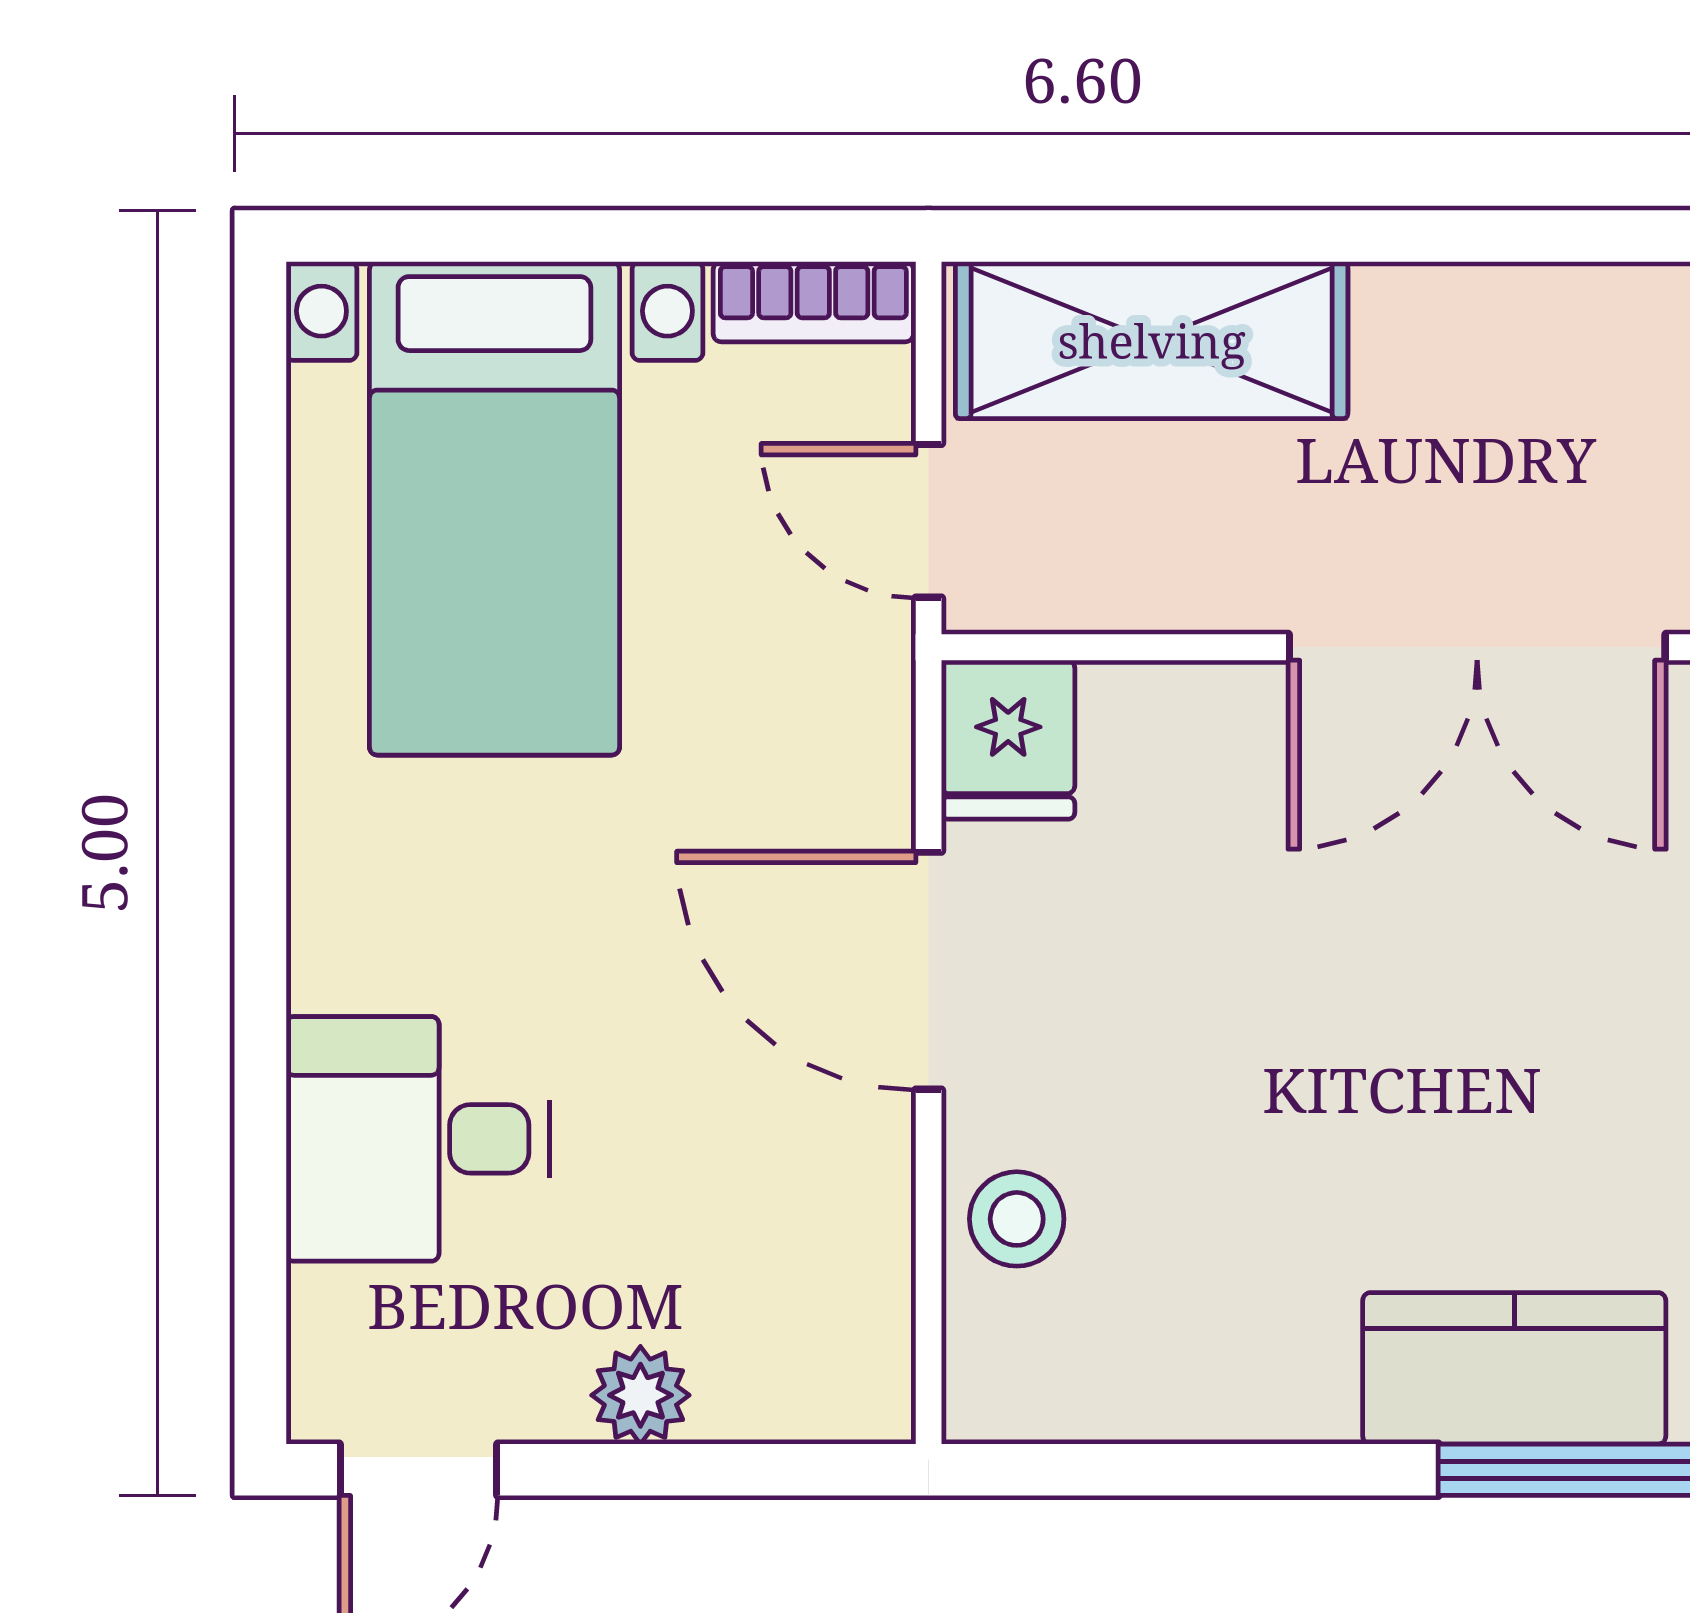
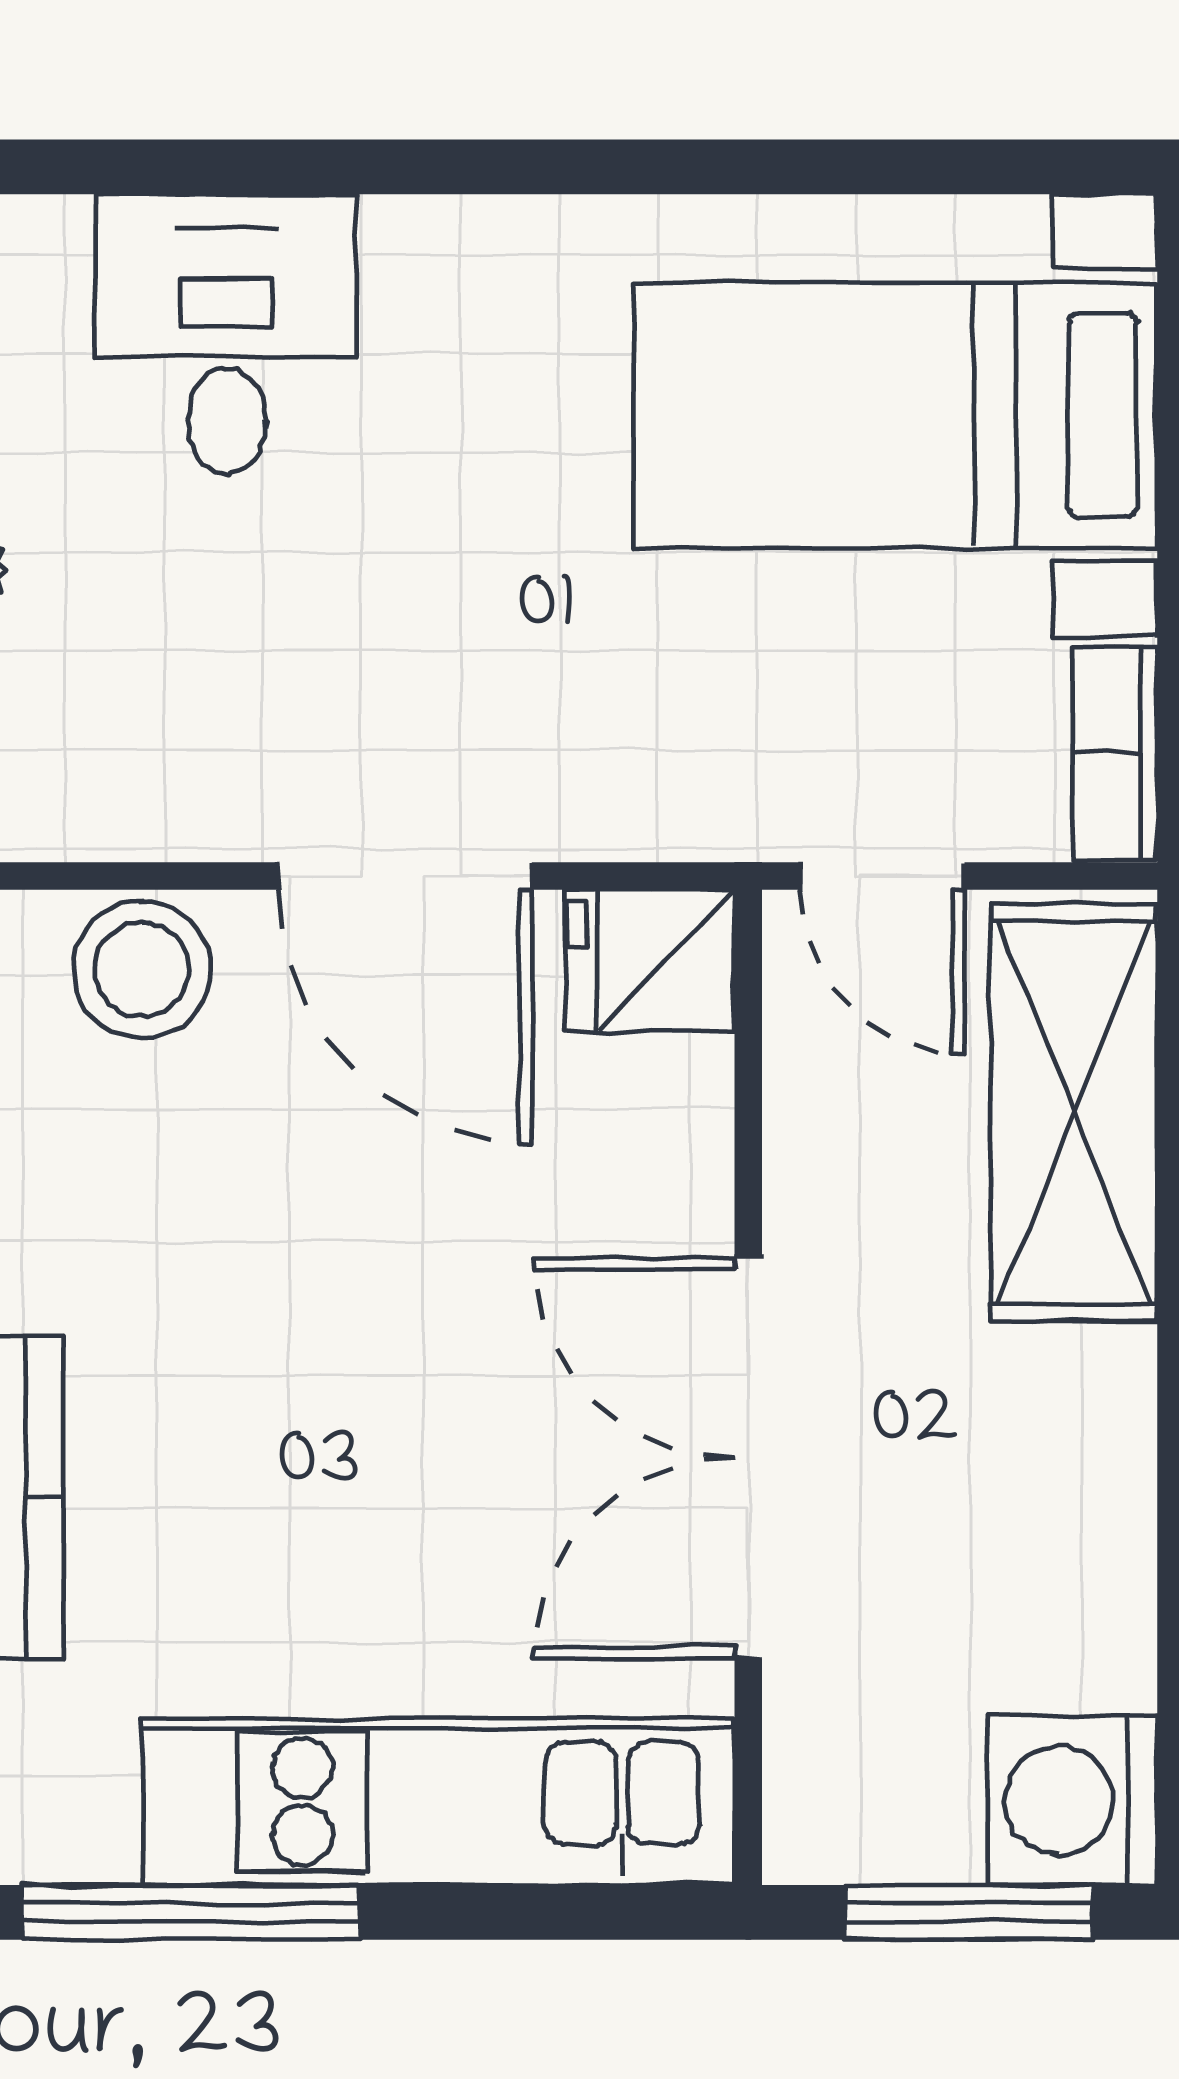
door: (929, 521) -> (883, 876), swing flipped
door: (929, 971) -> (405, 876), swing flipped
stool: (1017, 1219) -> (142, 969), width x1.37, depth x1.37

